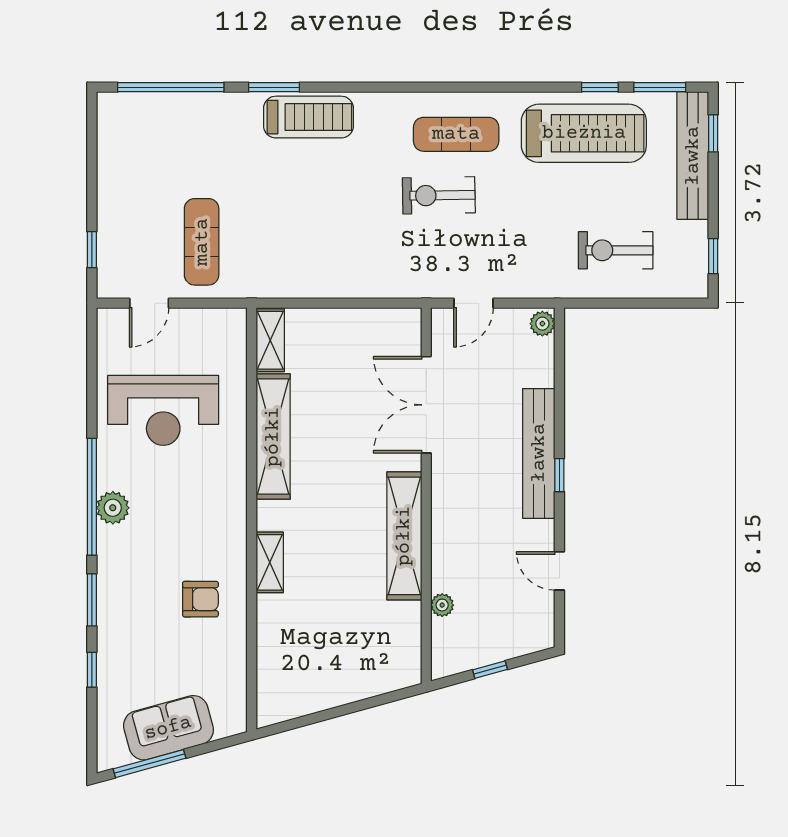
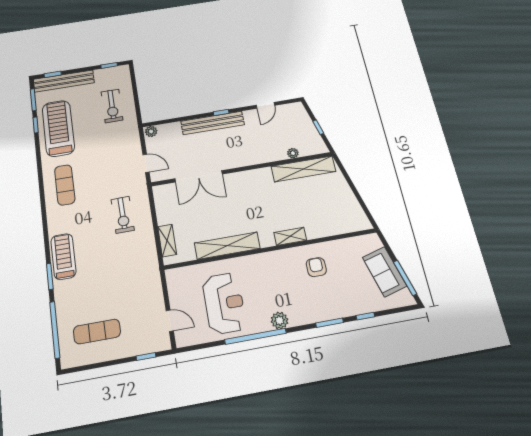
exercise bike: (439, 195) -> (123, 215), moved
exercise mat: (202, 242) -> (97, 332), moved
shelving: (270, 340) -> (167, 240), moved, turned 90
window: (92, 497) -> (256, 336), moved
shelving: (404, 536) -> (303, 169), moved

